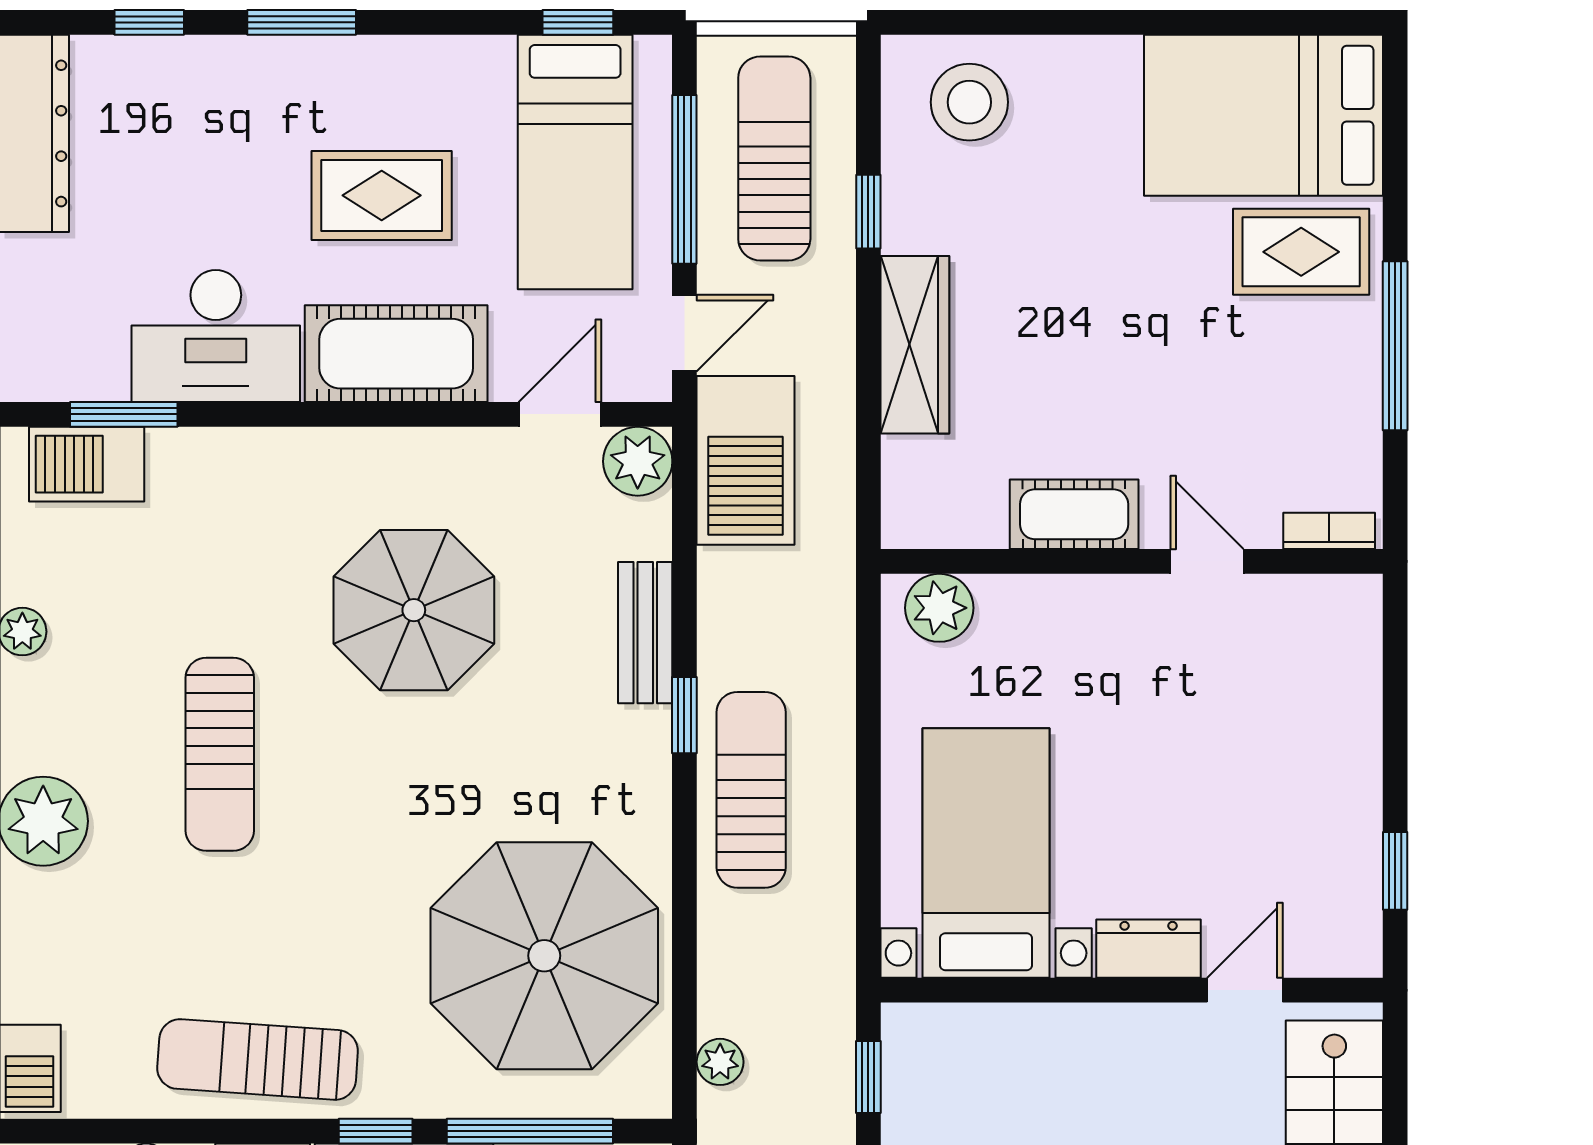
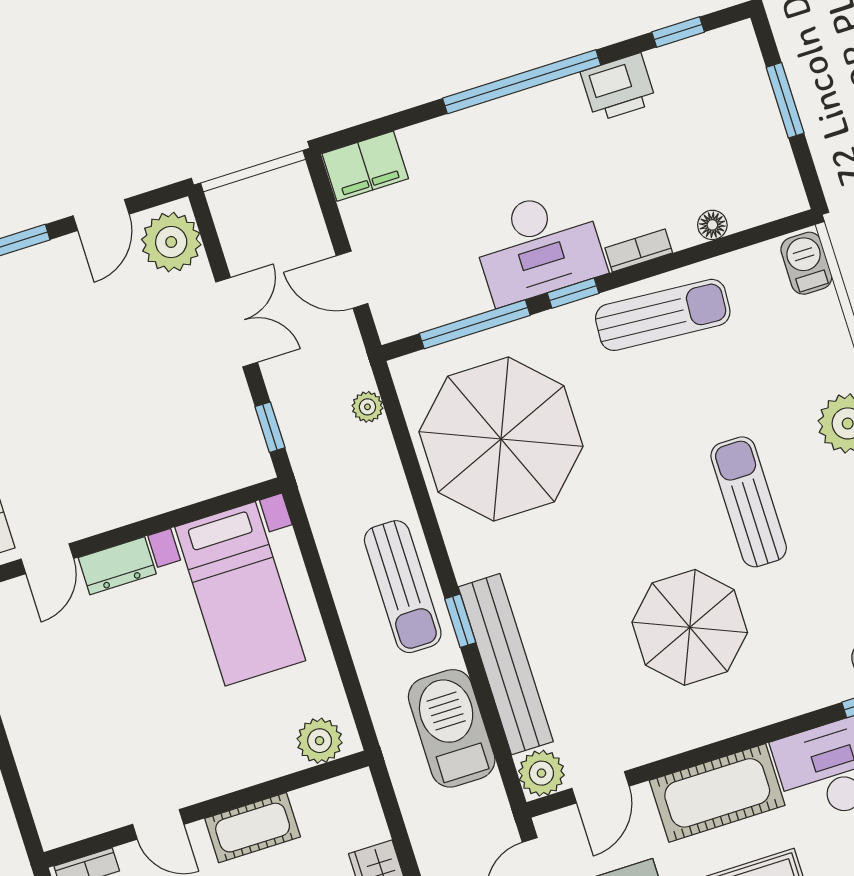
barbecue: (746, 460) -> (452, 728), moved
parasol: (414, 610) -> (690, 627), moved
bench: (645, 633) -> (506, 664), width x1.86, depth x1.21

